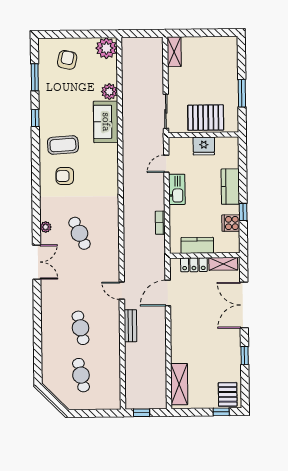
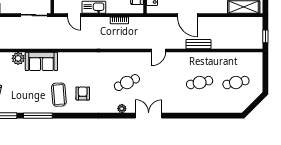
window: (35, 118) -> (38, 116), width x2.17
armchair: (65, 176) -> (83, 93), turned 180
door: (122, 291) -> (159, 50), moved
door: (168, 293) -> (187, 15), moved

